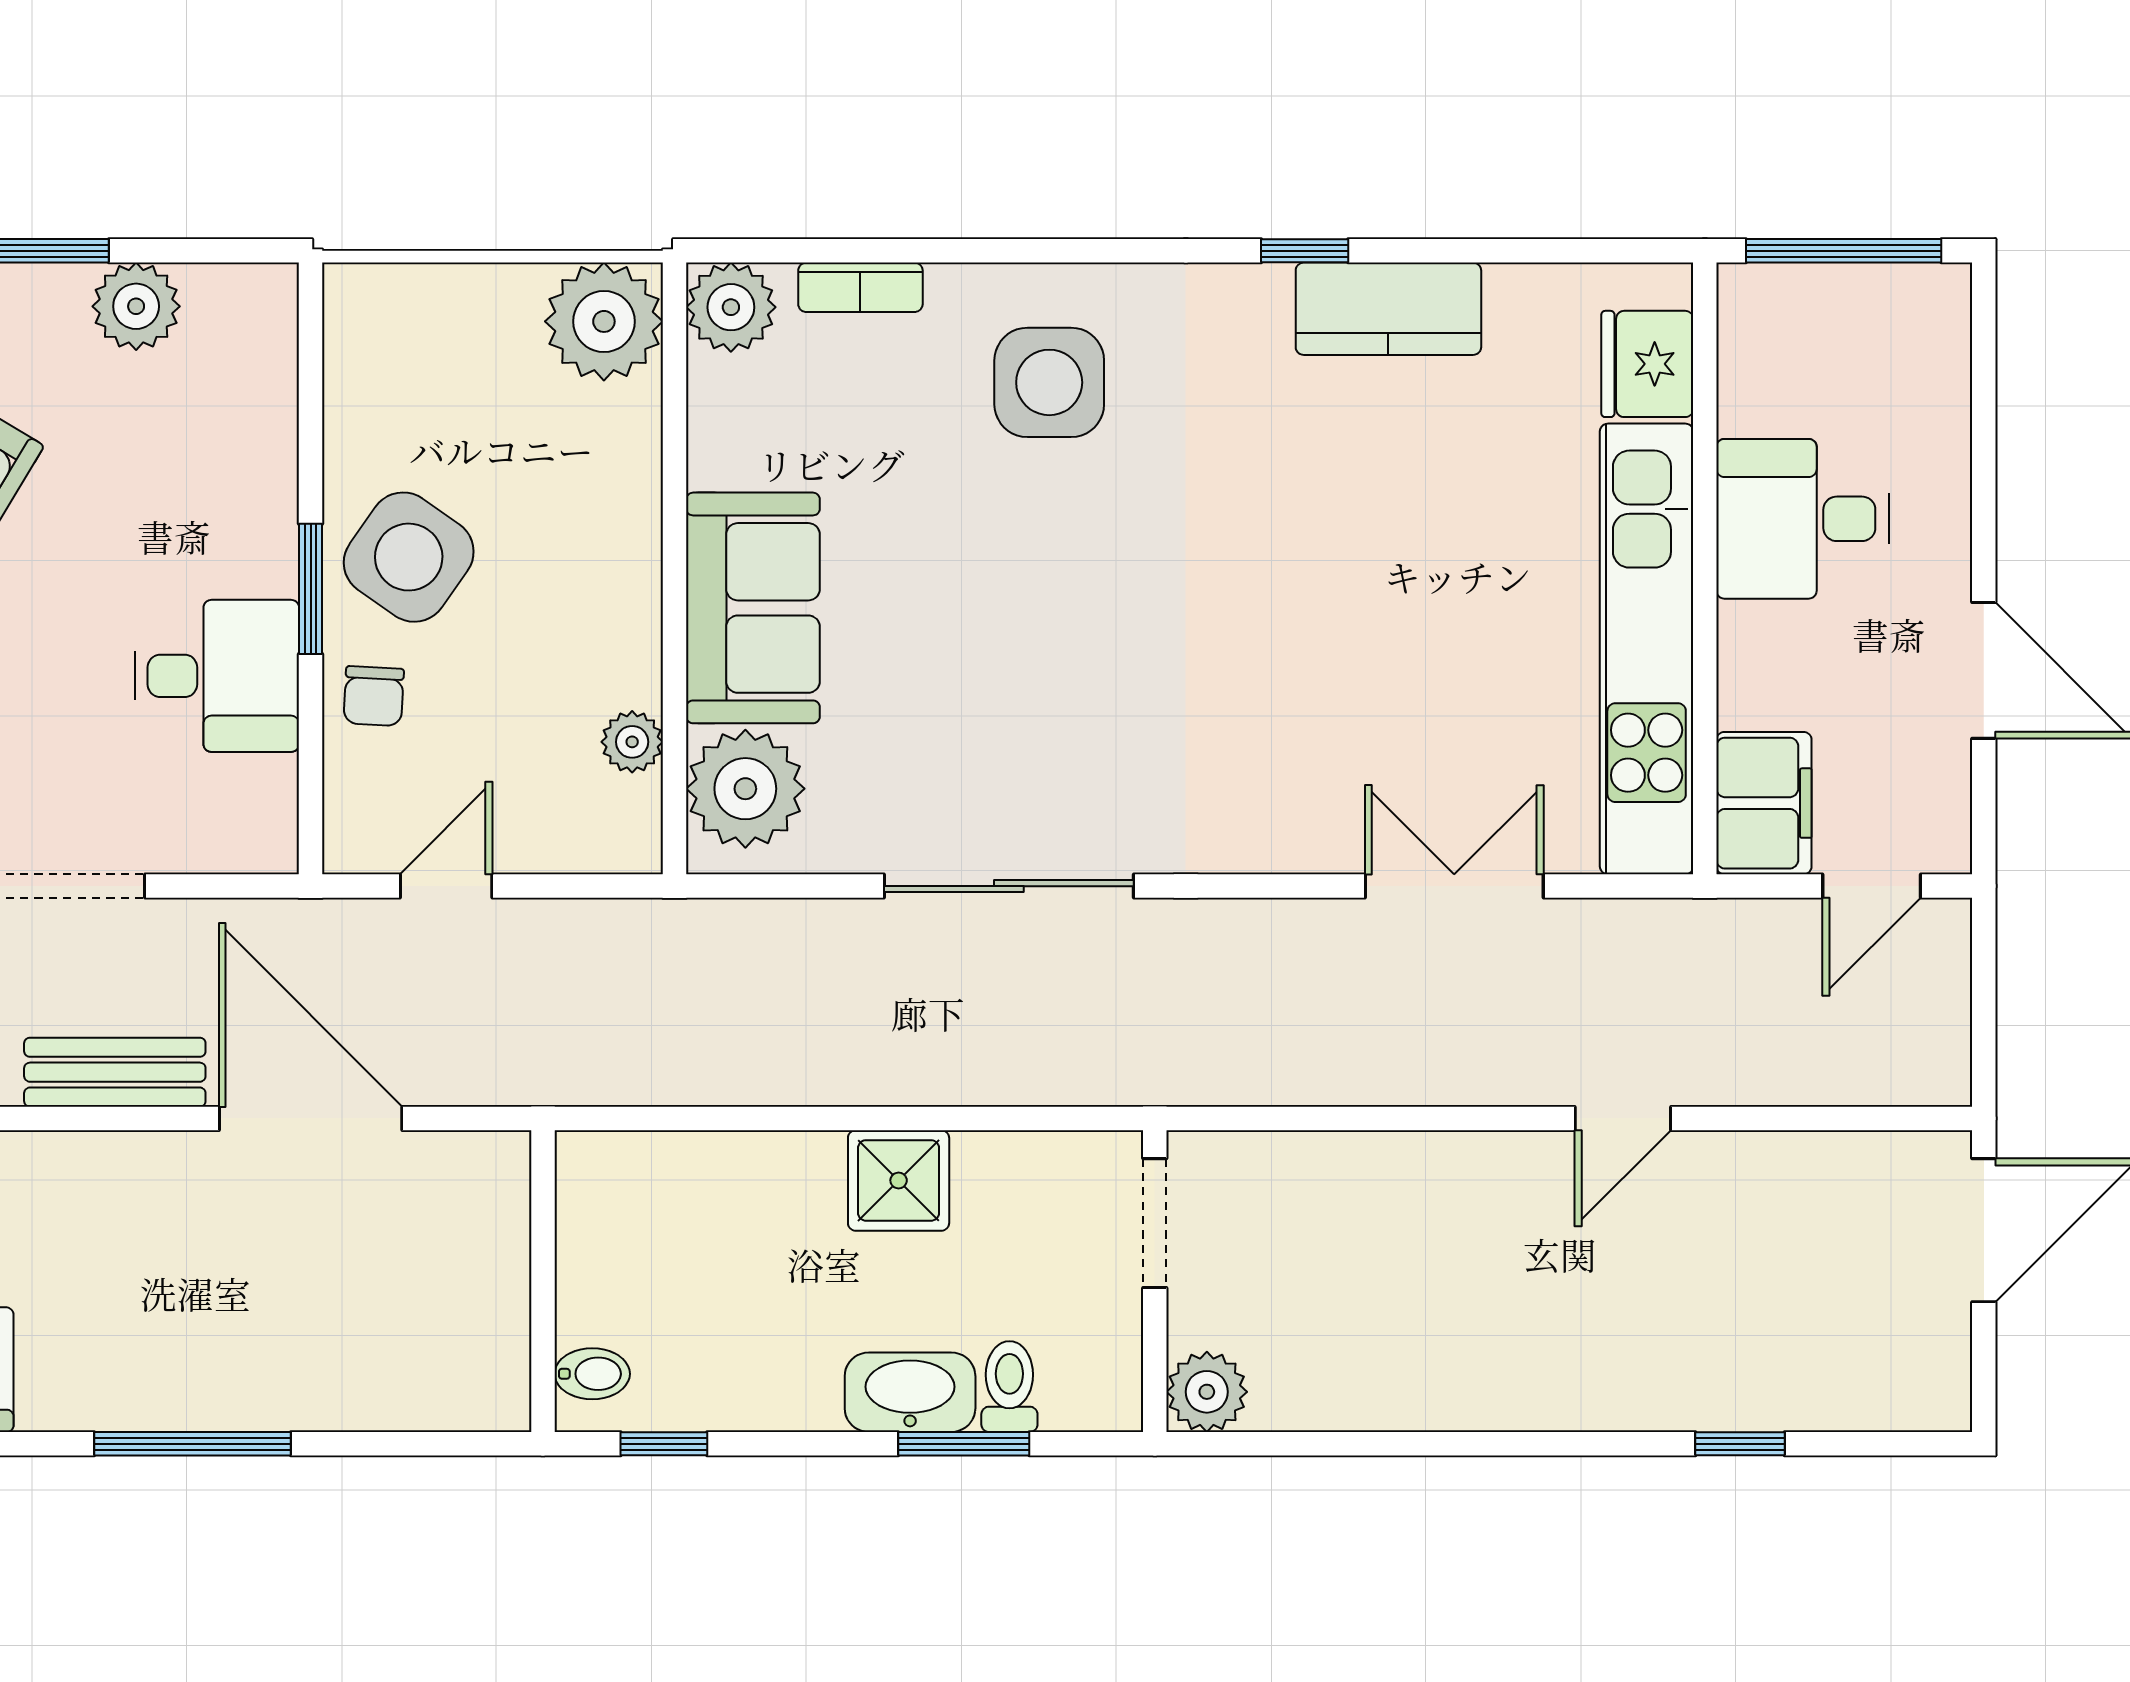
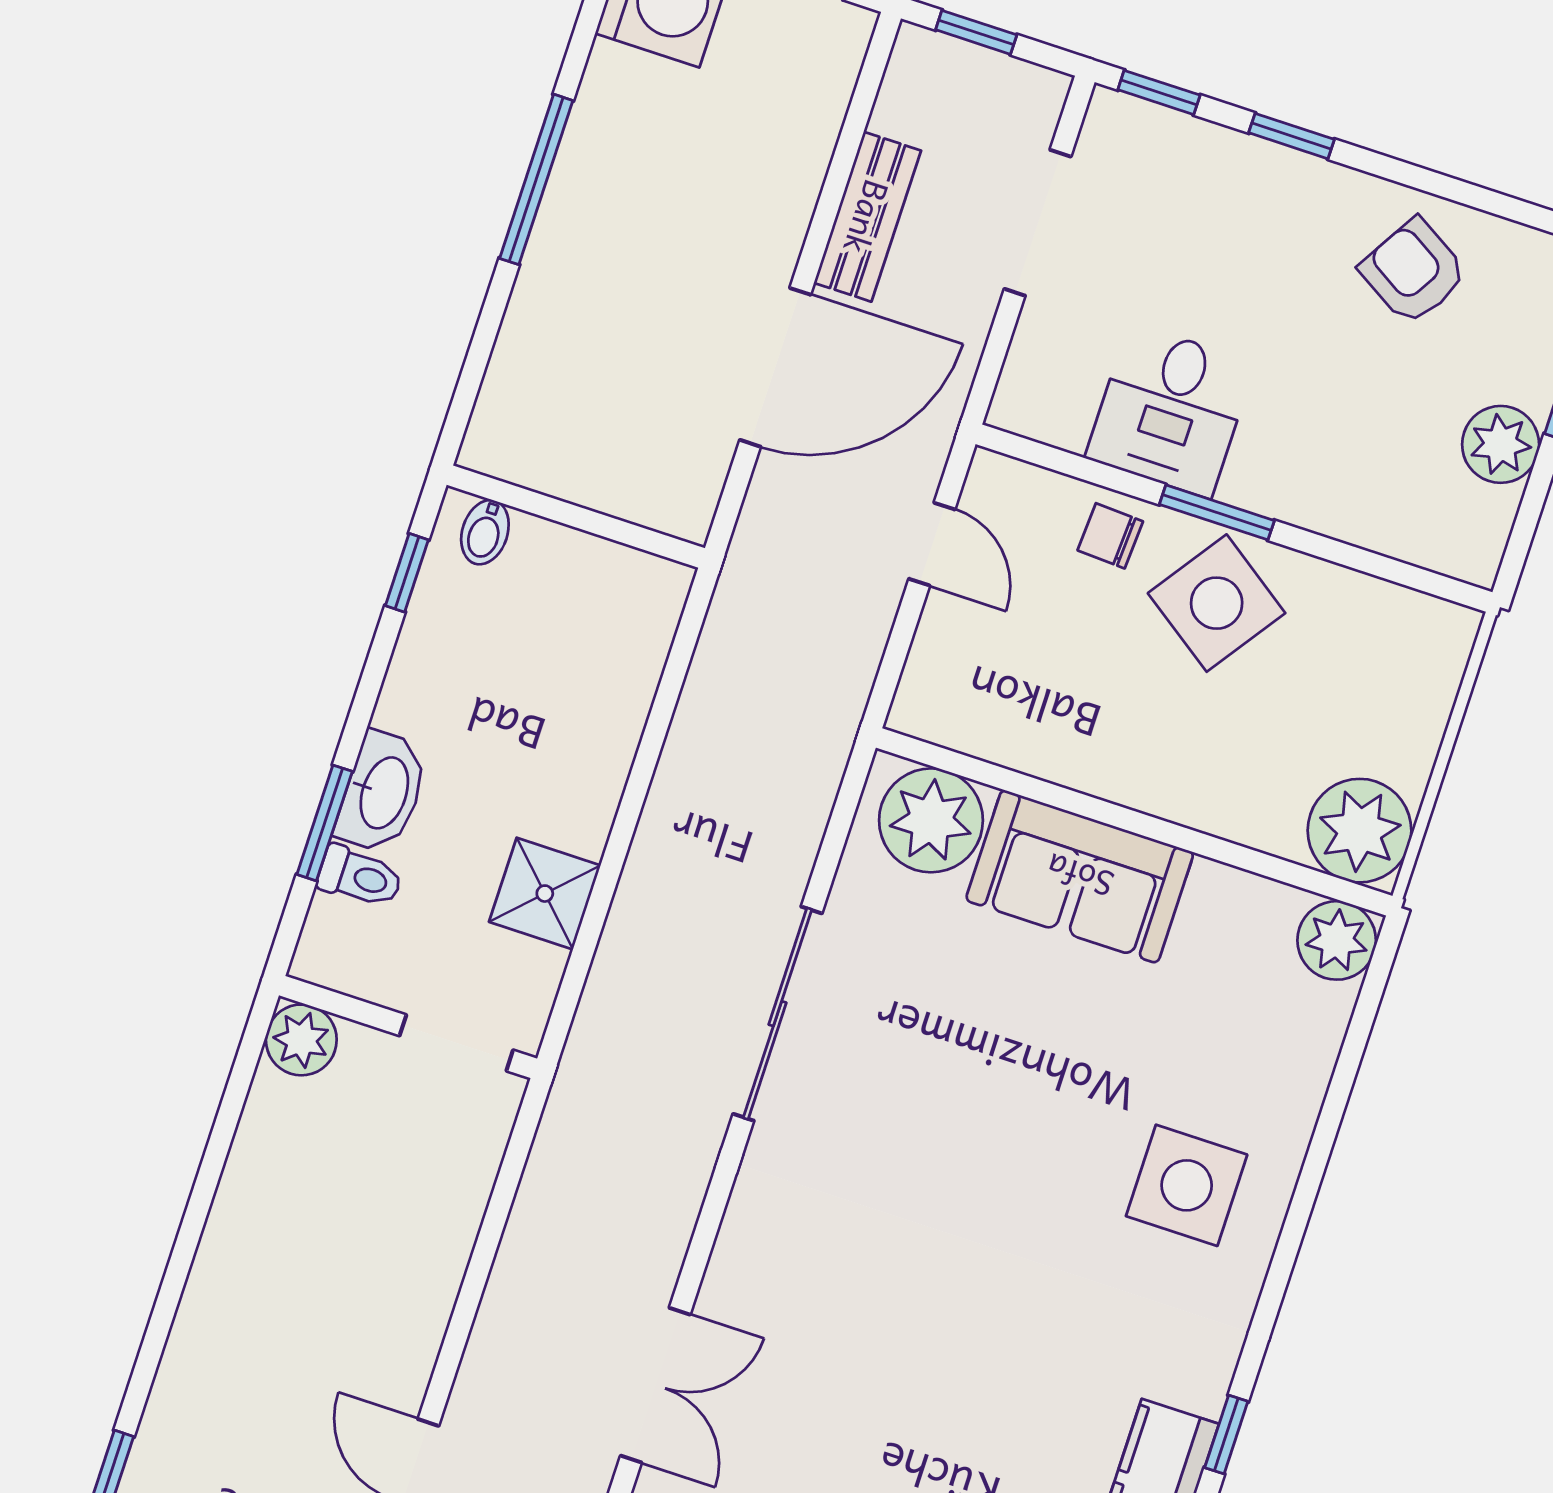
bookcase: (860, 287) -> (1318, 1054), removed
plant: (632, 742) -> (1001, 739), removed
shower: (899, 1180) -> (545, 894), moved

